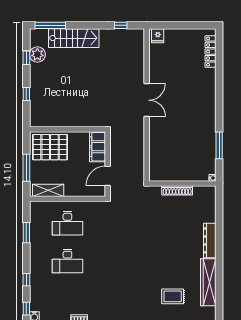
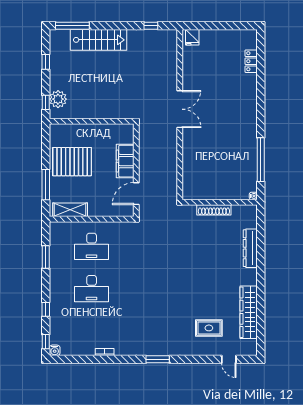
locker: (211, 52) -> (251, 61), width x0.66
plant: (37, 55) -> (58, 99), moved
wall: (67, 129) -> (92, 121), moved
window: (219, 145) -> (261, 160), width x1.46
dresser: (210, 240) -> (250, 248), moved

